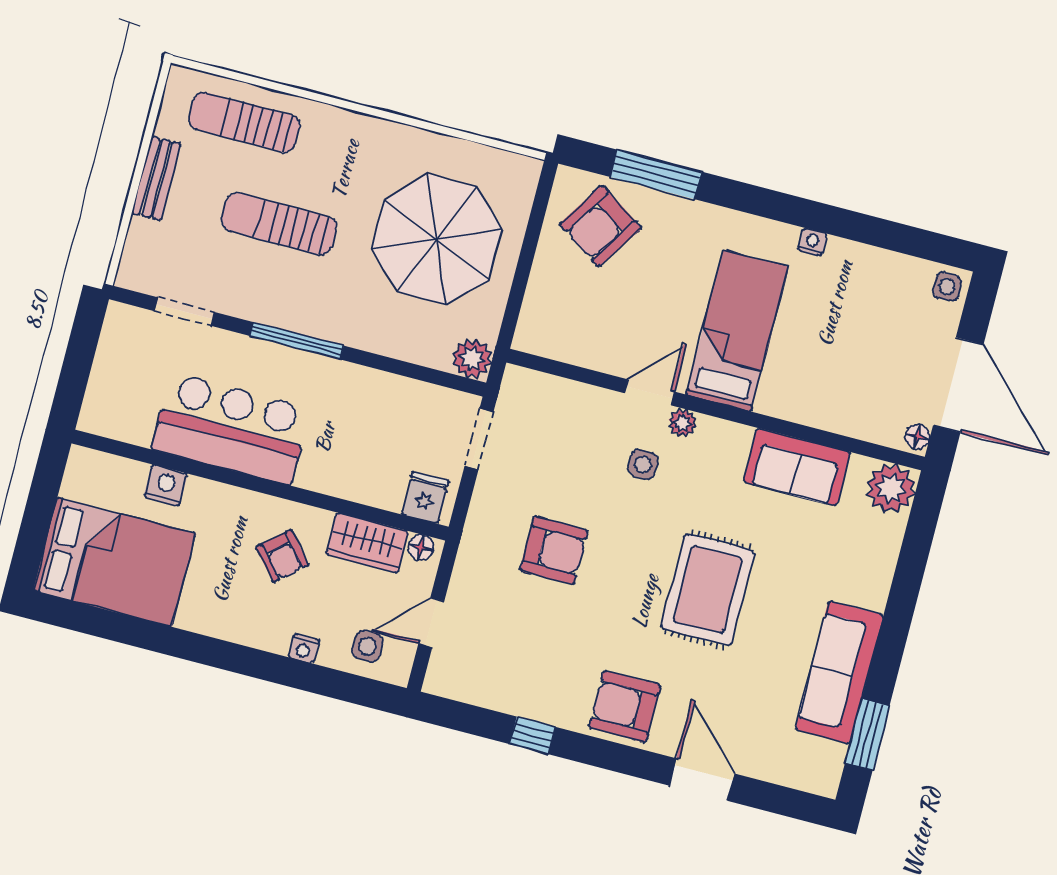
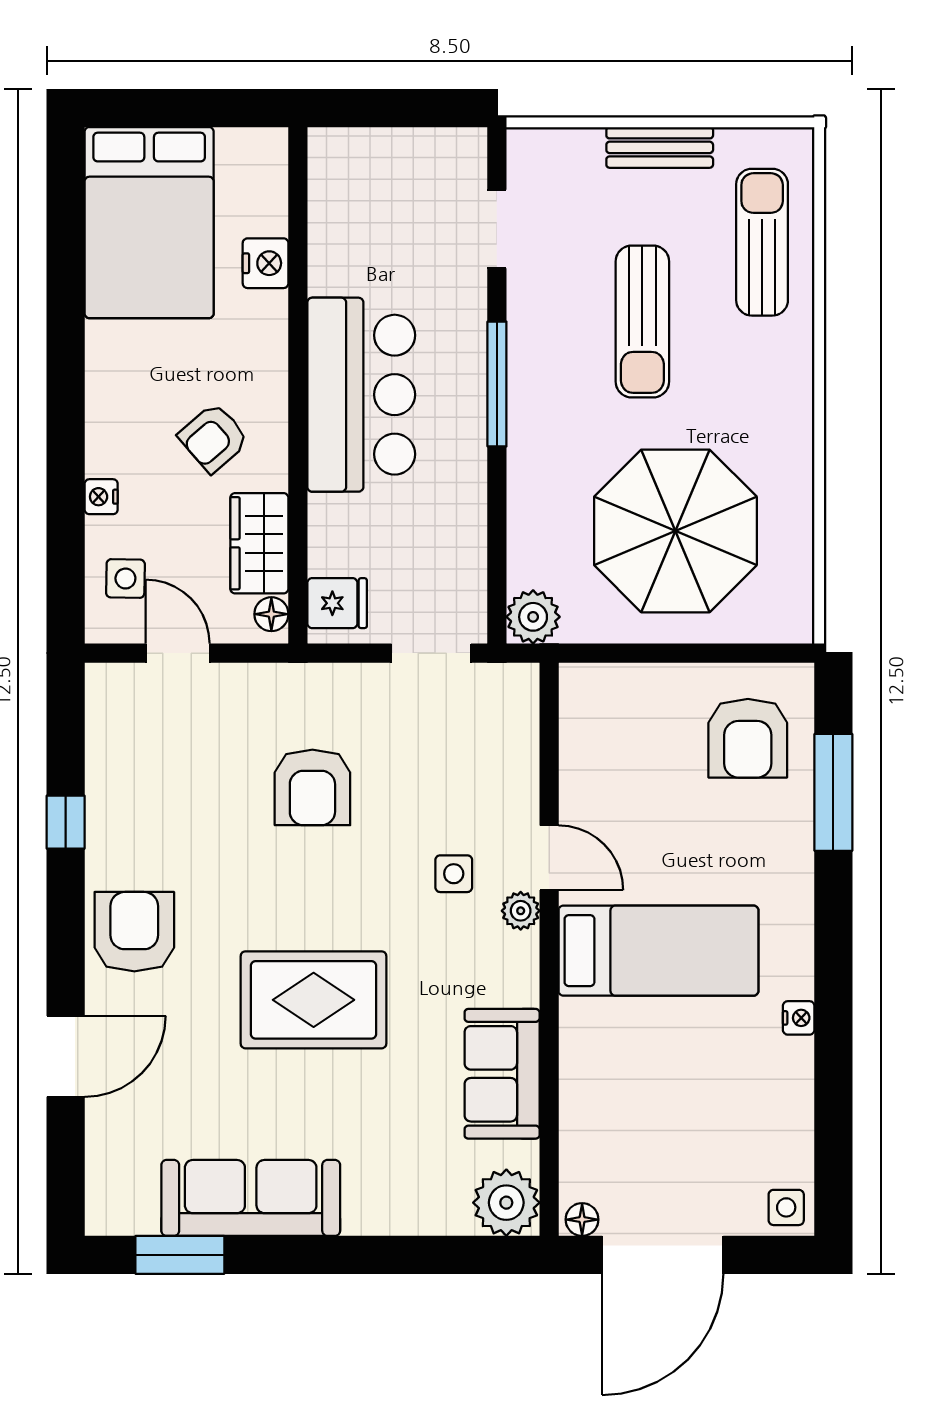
sun lounger: (279, 224) -> (642, 322), turned 180
armchair: (600, 226) -> (748, 738), turned -123
bar counter: (231, 429) -> (361, 395), moved

